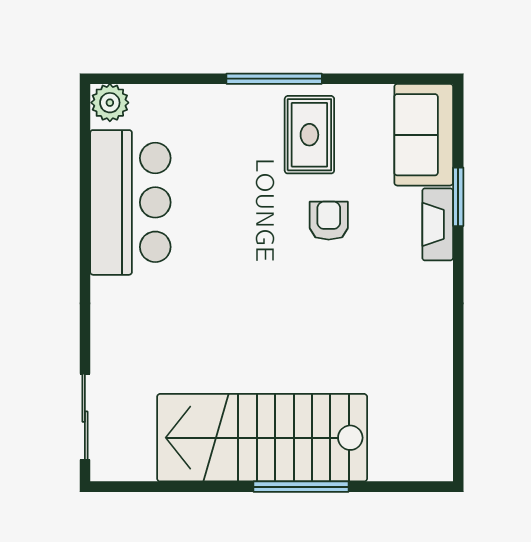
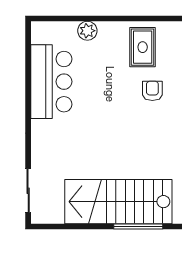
window: (274, 79) -> (125, 19), removed
plant: (110, 103) -> (87, 31), moved

